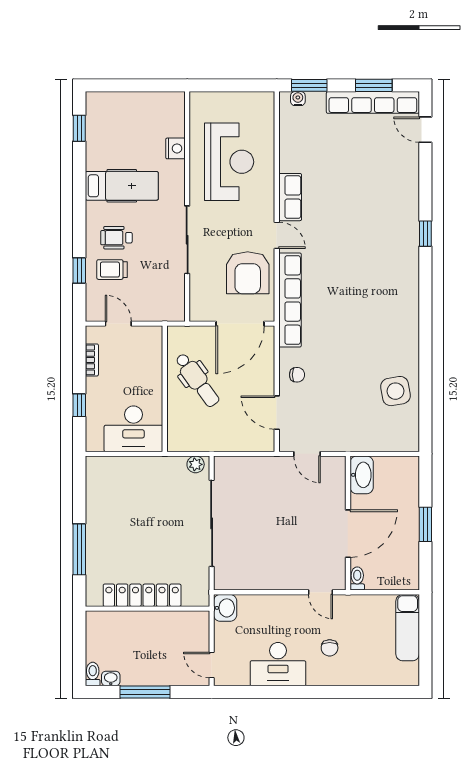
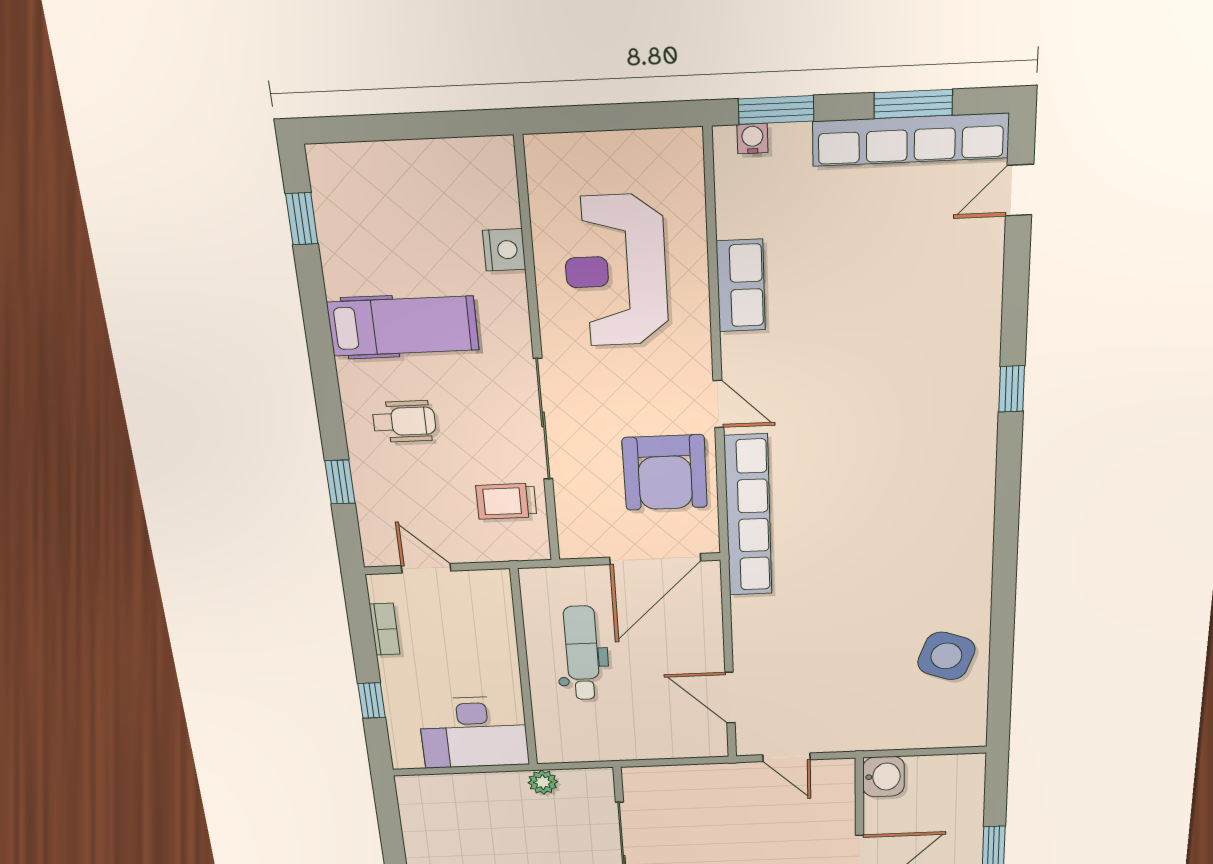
door: (425, 130) -> (1019, 190), hinge flipped
reception desk: (229, 162) -> (616, 271), turned 180
row of seats: (290, 197) -> (741, 286), moved
wheelchair: (116, 238) -> (404, 421), turned 180
trolley: (112, 270) -> (506, 501), moved
chair: (297, 375) -> (765, 637), removed
dental chair: (197, 380) -> (582, 653), turned -144
side table: (395, 391) -> (946, 656), turned 30
plant: (196, 464) -> (543, 782), moved
washbasin: (362, 475) -> (884, 777), width x0.72

